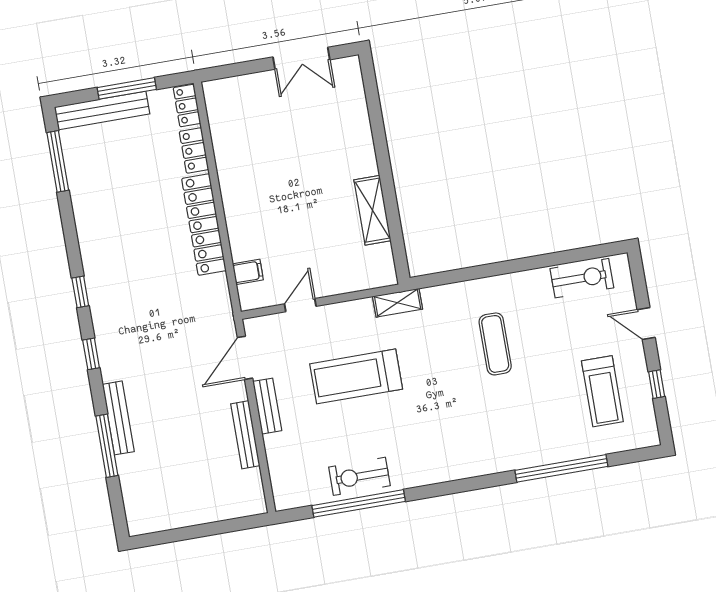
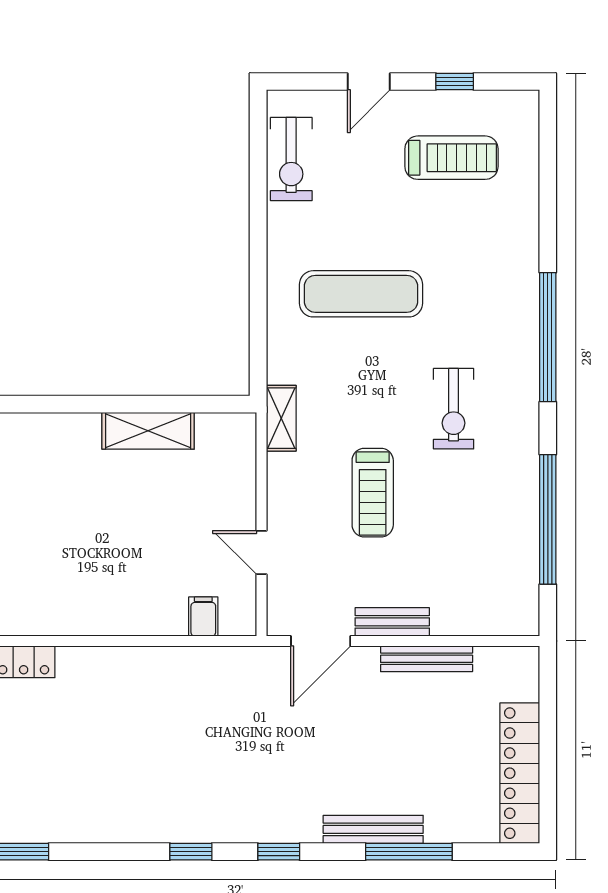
locker: (204, 225) -> (520, 773), moved, turned 90
exercise bike: (582, 278) -> (291, 159), turned 180
exercise mat: (495, 344) -> (361, 294), width x1.36, depth x1.45
door: (245, 358) -> (321, 641), hinge flipped
treadmill: (356, 376) -> (373, 493), width x0.73, depth x0.73
window: (561, 468) -> (548, 337), moved
exercise bike: (359, 476) -> (454, 409), moved

